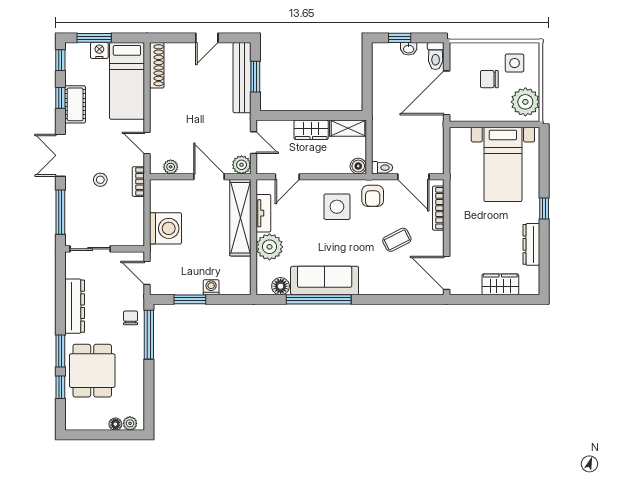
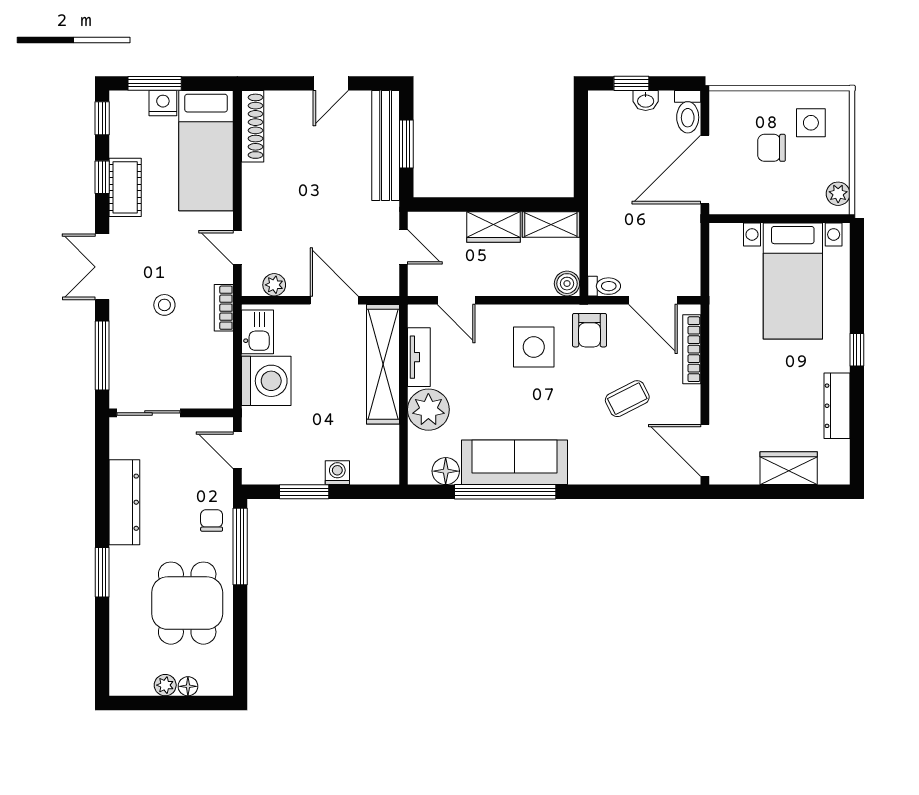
plant: (525, 102) -> (838, 194), width x0.53, depth x0.53
plant: (242, 165) -> (385, 282), removed
door: (287, 177) -> (456, 300), hinge flipped
kitchen sink: (160, 197) -> (258, 332), added
dining table: (92, 371) -> (187, 603), moved
window: (60, 387) -> (102, 629), removed
plant: (130, 423) -> (165, 685), moved

